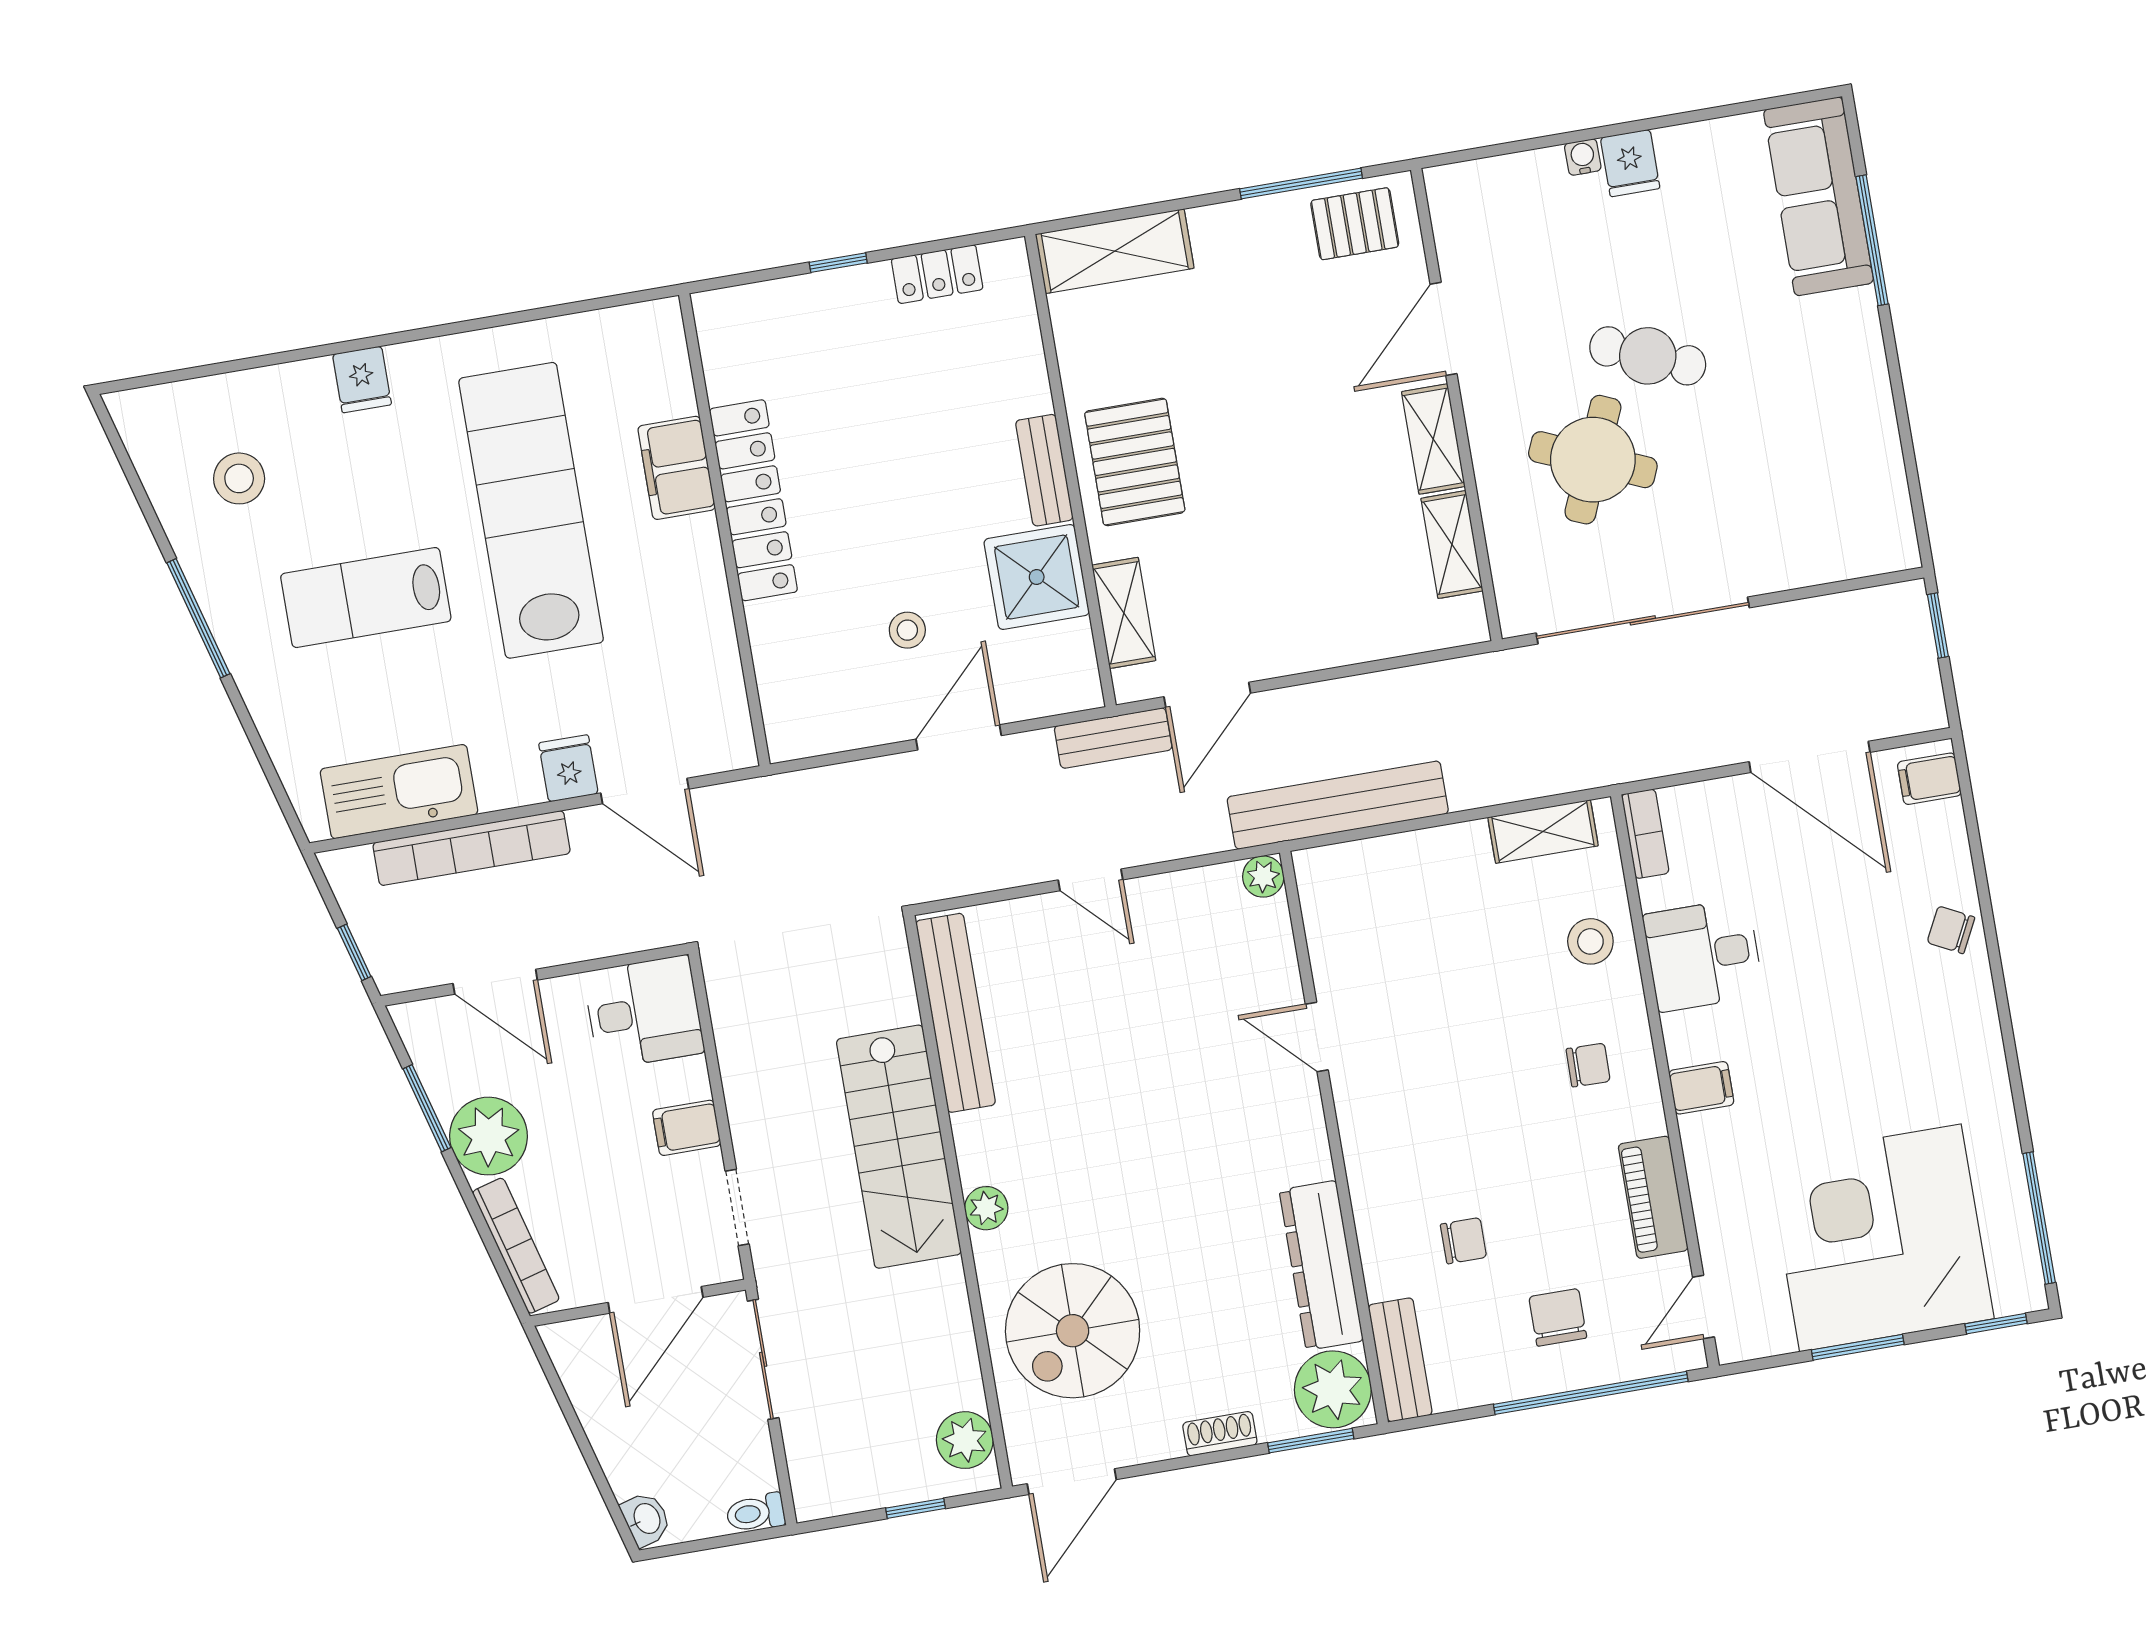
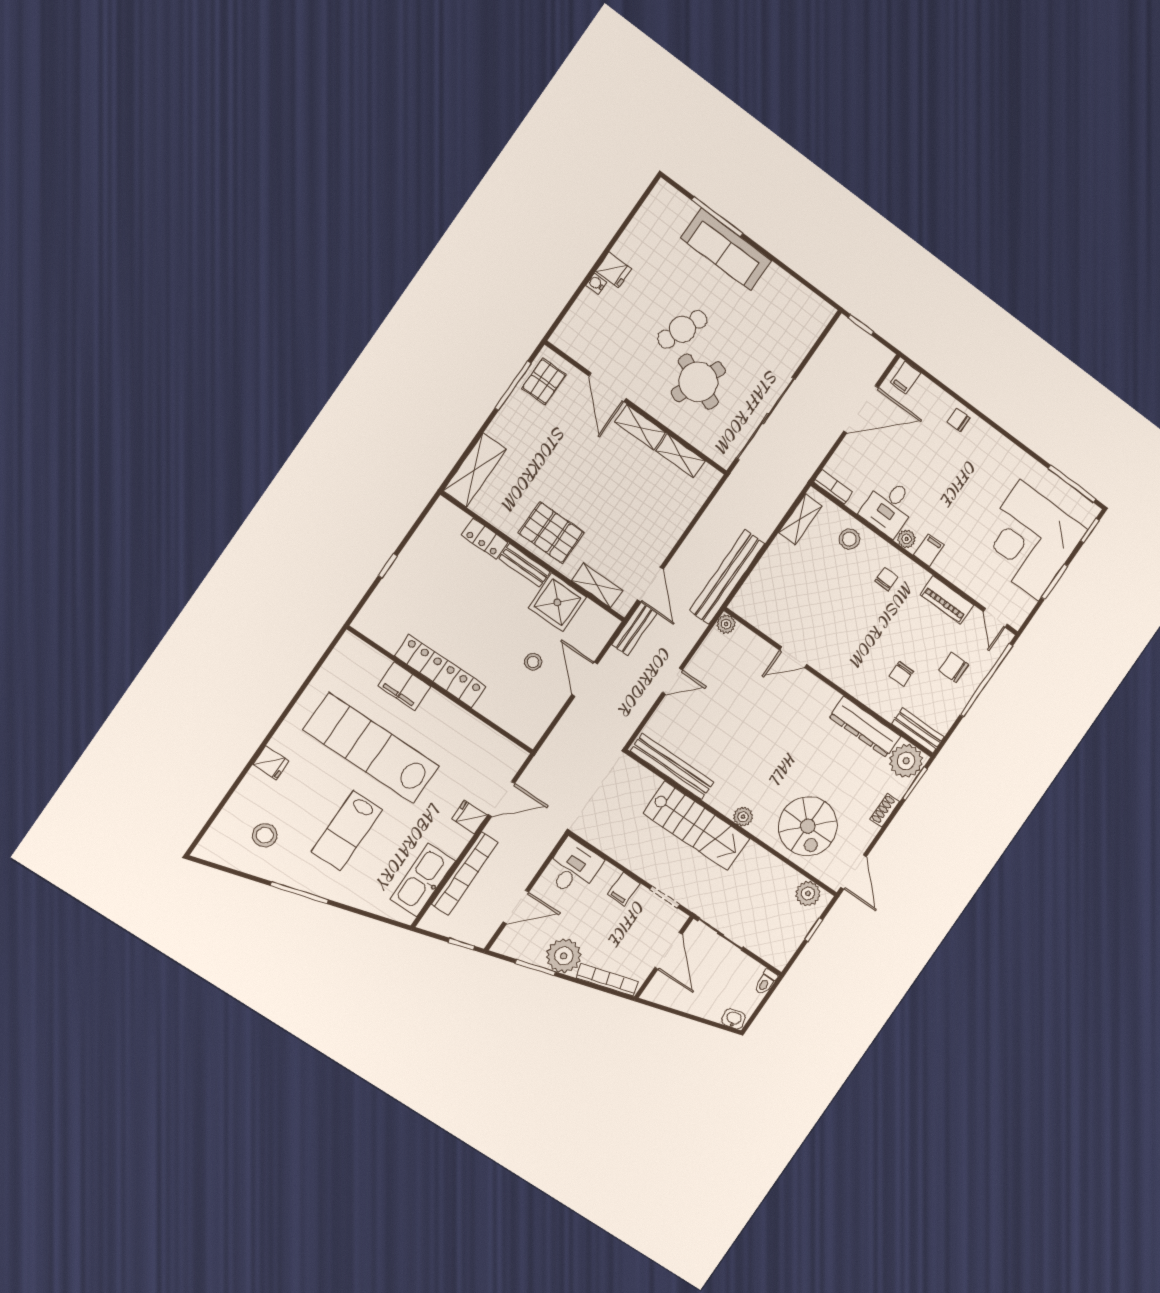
sofa: (1819, 196) -> (726, 249), moved
locker: (937, 274) -> (485, 539), moved, turned 90
chair: (1951, 930) -> (958, 420), turned 63
plant: (1683, 1034) -> (907, 539), added
chair: (1463, 1241) -> (901, 674), turned 180

